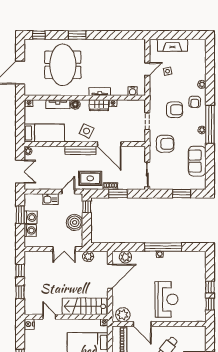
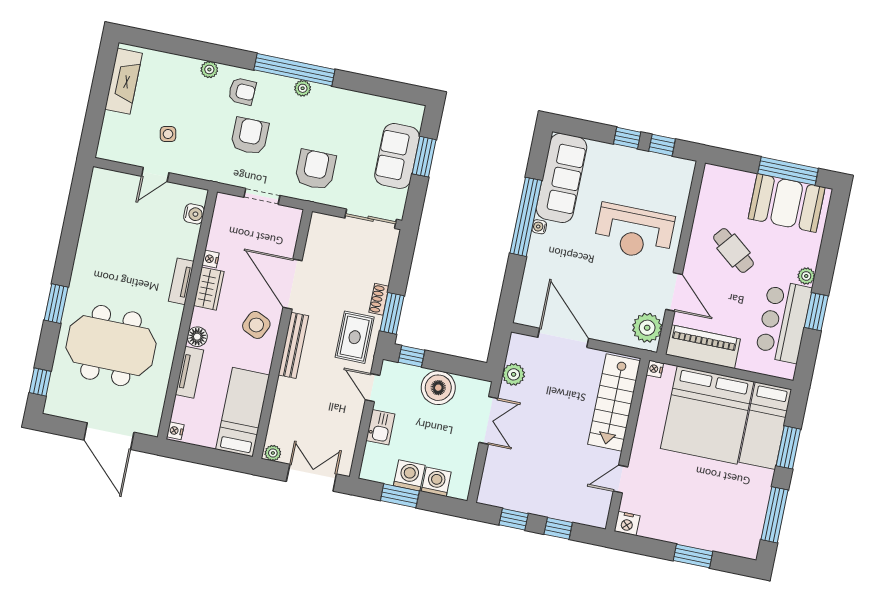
fireplace: (172, 45) -> (124, 81), moved
door: (147, 69) -> (155, 174), swing flipped
door: (109, 144) -> (293, 284), swing flipped
sofa: (197, 161) -> (397, 156), moved, turned 90
window: (118, 194) -> (392, 313), moved
plant: (125, 257) -> (530, 298), removed
sofa: (185, 260) -> (562, 178), added
reception desk: (167, 299) -> (634, 232), turned 180
door: (142, 324) -> (674, 292), hinge flipped

